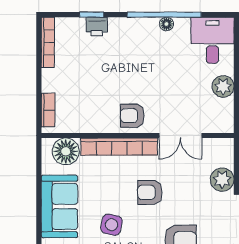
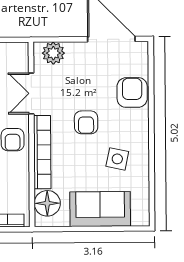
double door: (180, 136) -> (31, 93), swing flipped
plant: (222, 180) -> (53, 53), moved

